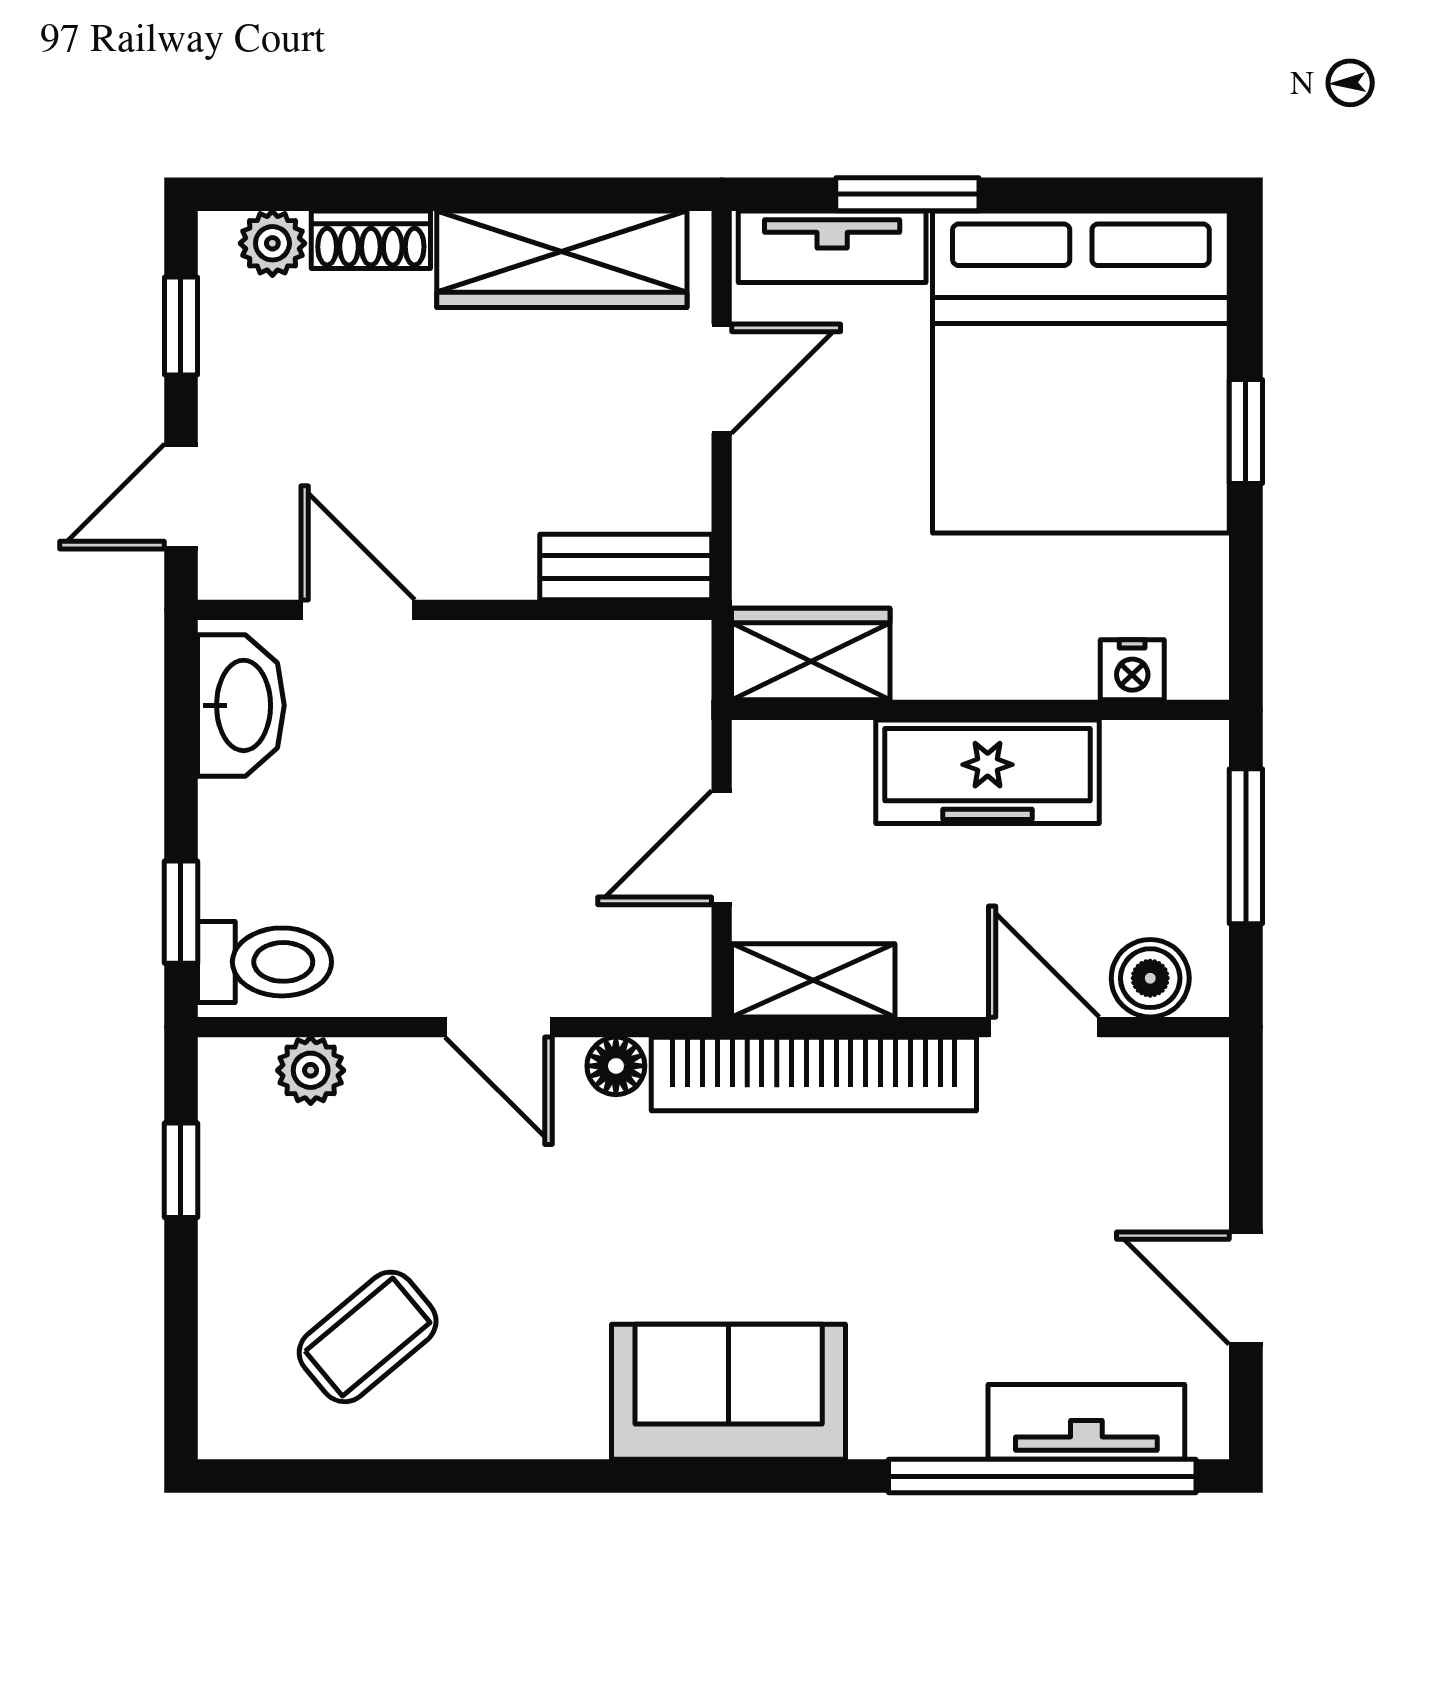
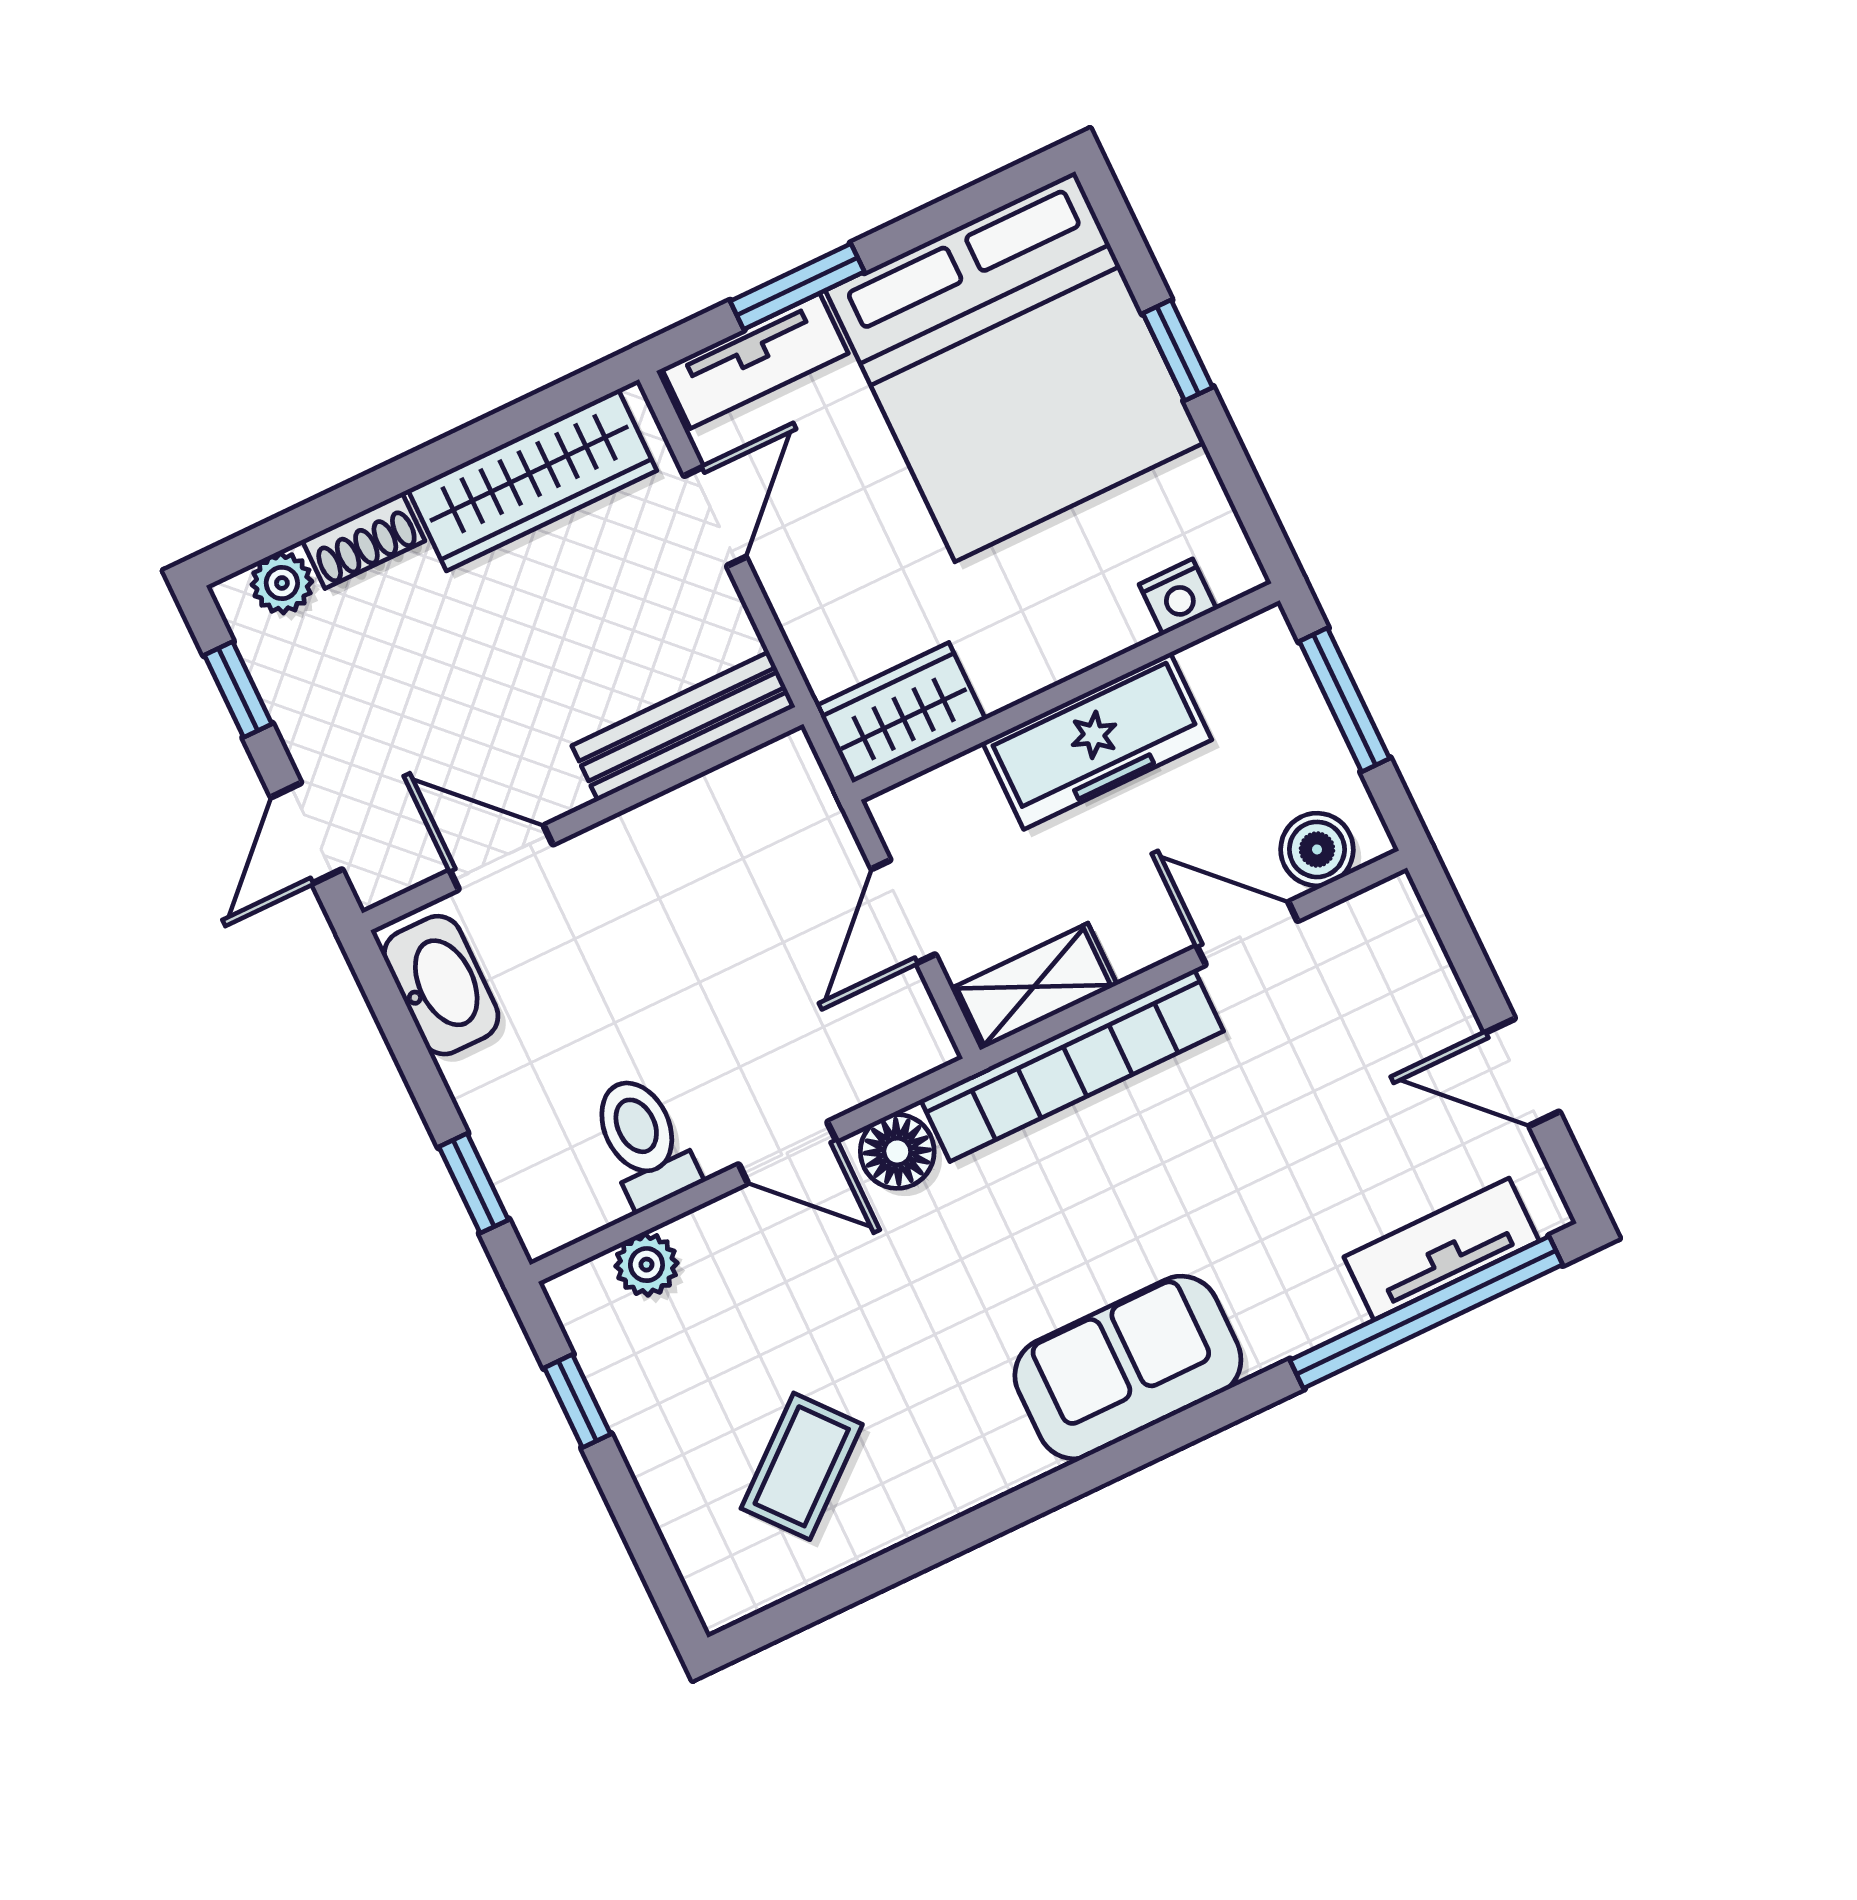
bench: (626, 567) -> (684, 726), width x1.36
toilet: (265, 962) -> (644, 1142), moved, turned -90
floor lamp: (616, 1066) -> (897, 1151), width x1.37, depth x1.37

